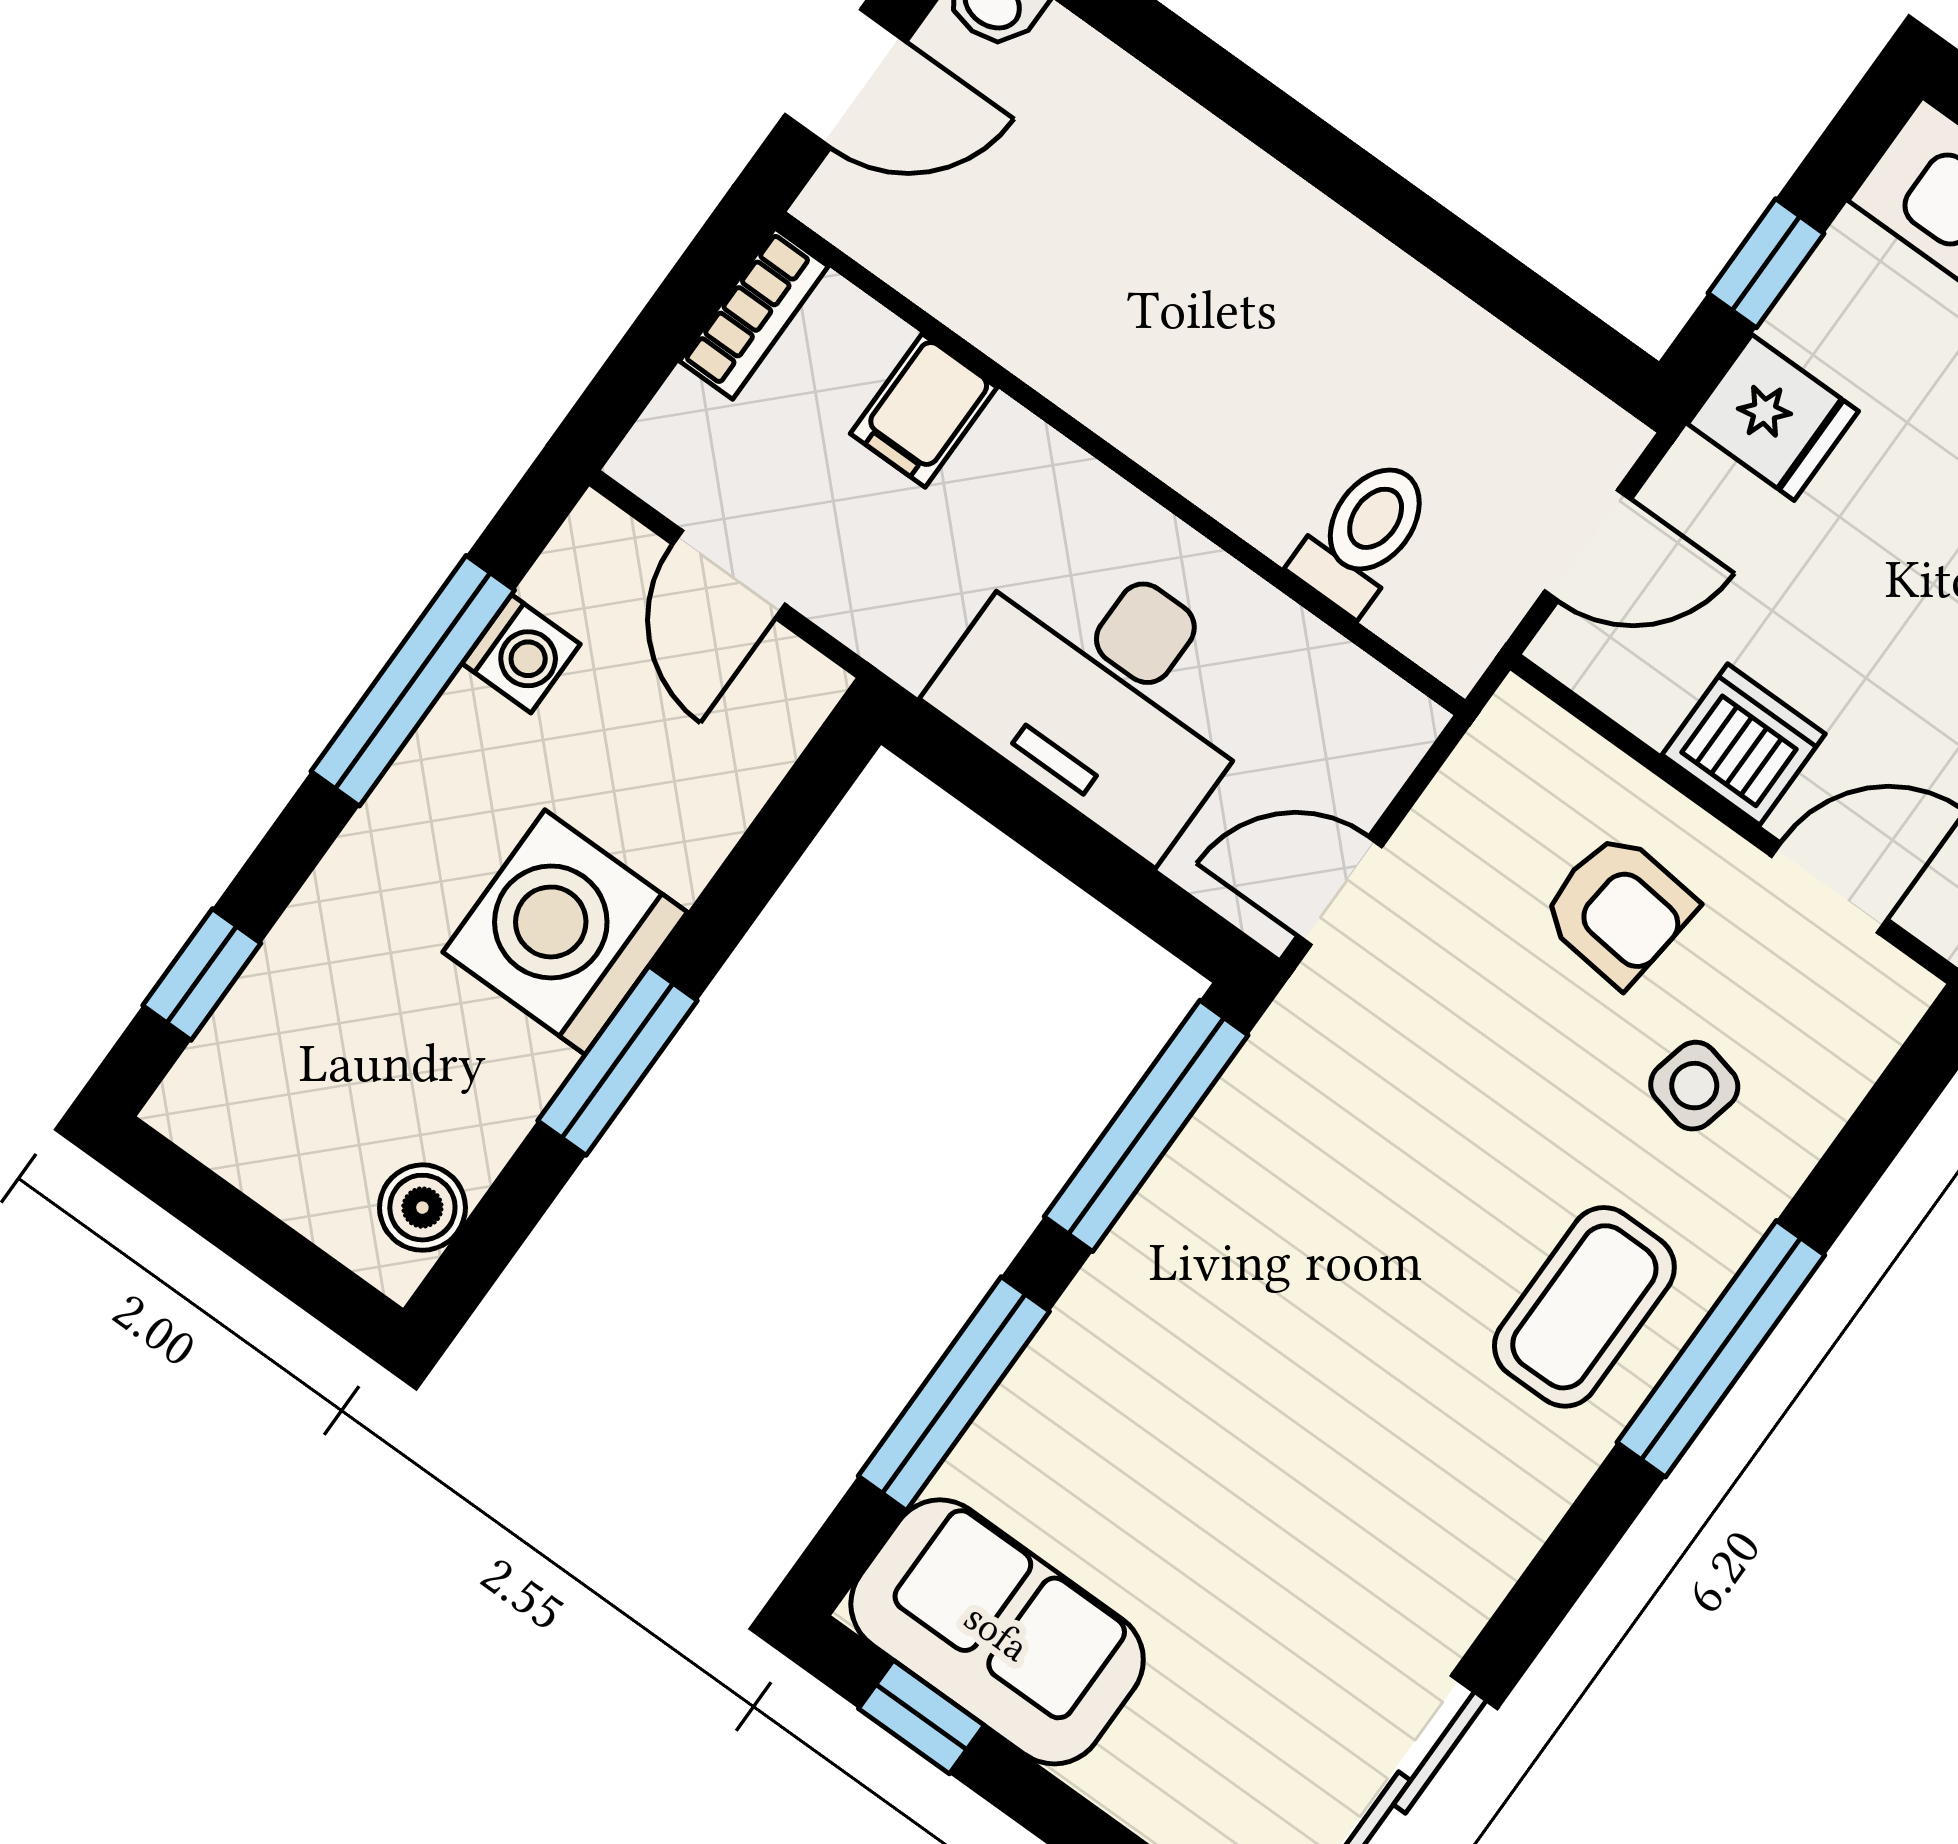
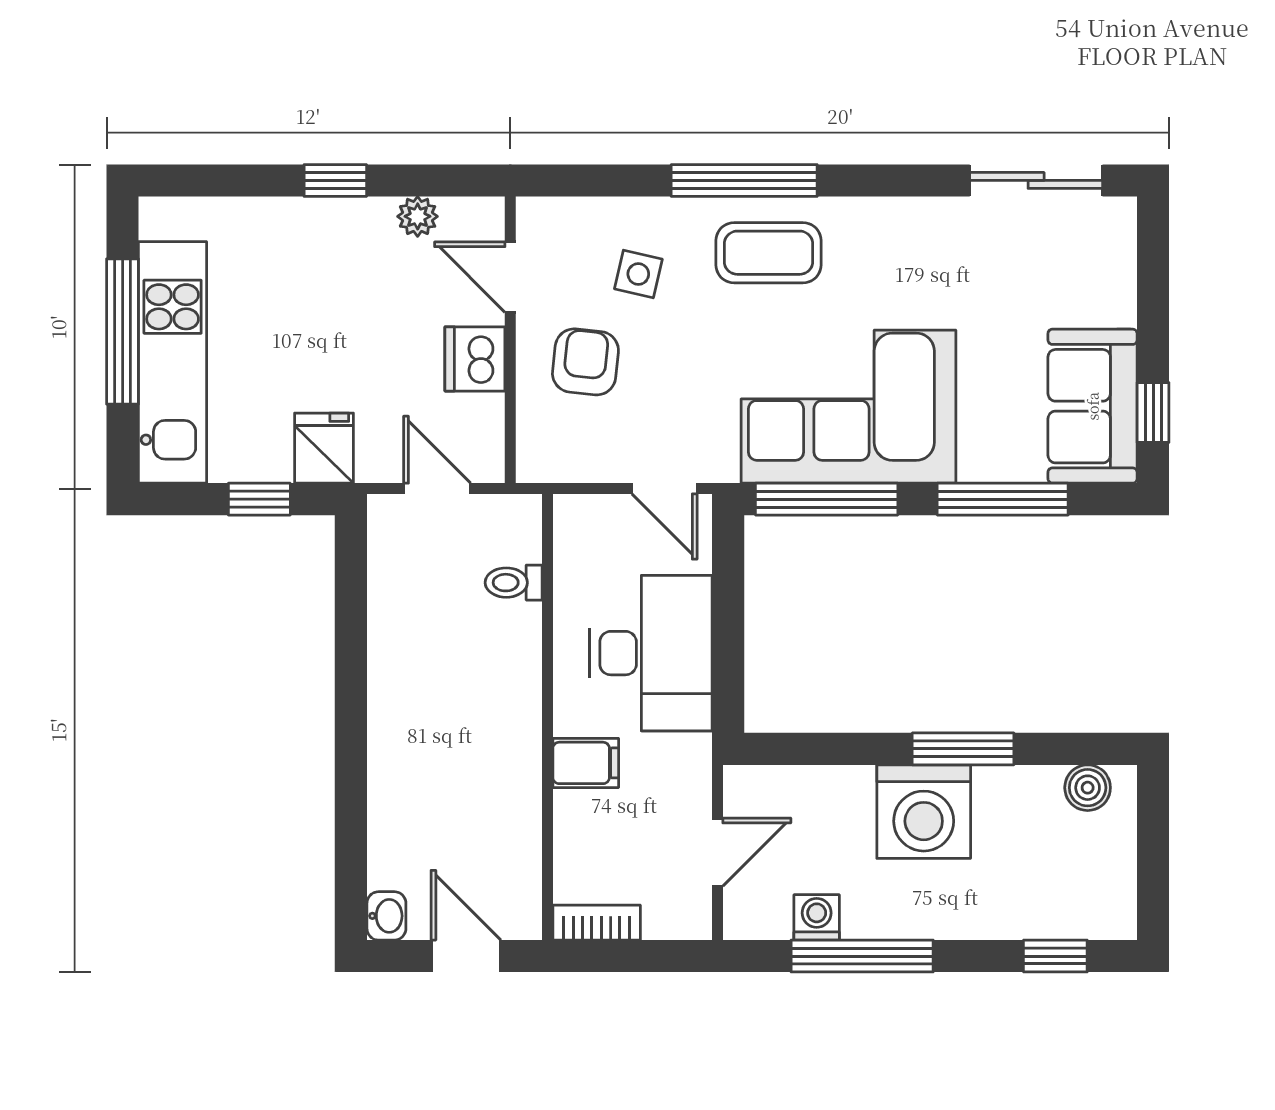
filing cabinet: (924, 410) -> (586, 763), moved
toilet: (1363, 535) -> (514, 583), width x0.73, depth x0.72
corner sofa: (1263, 1260) -> (848, 407), added

